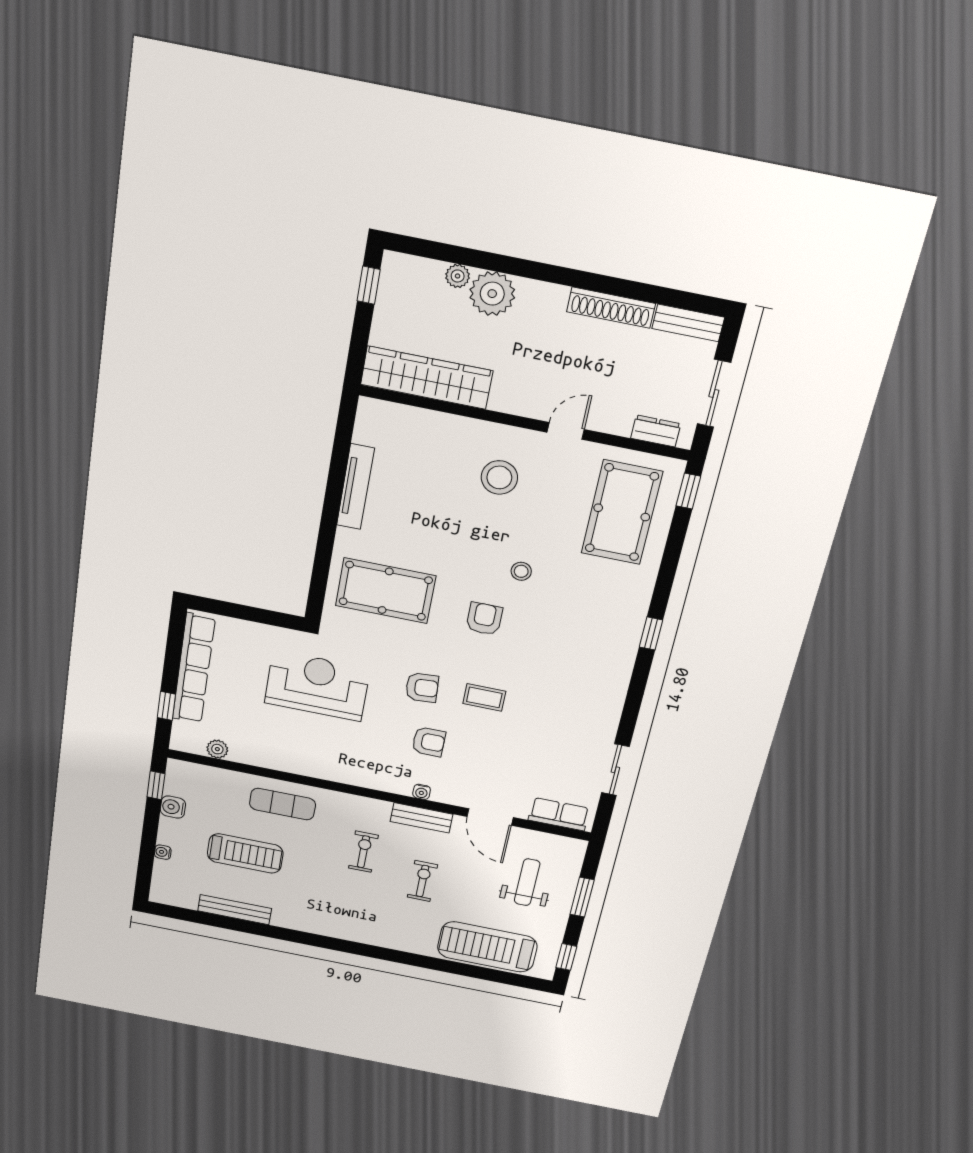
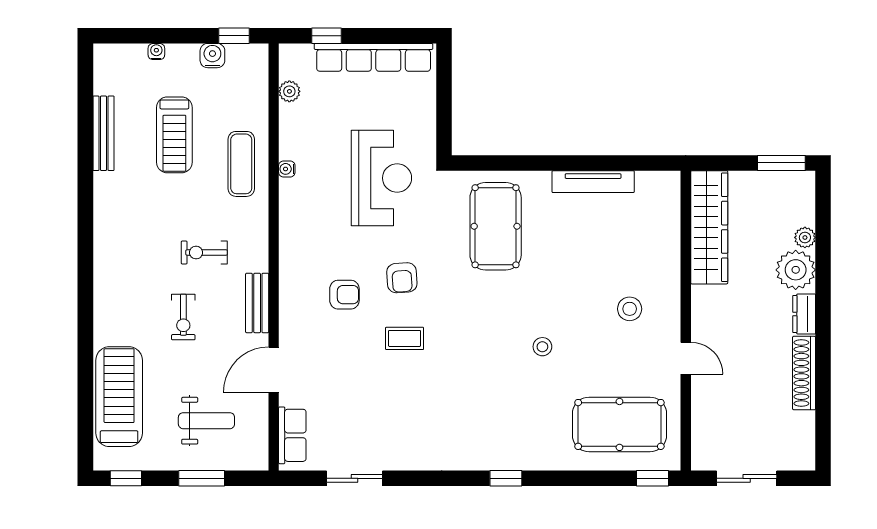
window: (369, 285) -> (781, 163), width x1.50
bench: (688, 323) -> (804, 441), removed
dresser: (656, 431) -> (804, 314), moved, turned 180
stool: (499, 477) -> (630, 309), width x0.73, depth x0.73
armchair: (484, 619) -> (487, 322), removed
coffee table: (484, 697) -> (405, 338), turned 90
armchair: (429, 742) -> (344, 295), turned -90
water cooler: (422, 792) -> (287, 169), moved
exercise bike: (363, 852) -> (204, 253), turned 180
exercise bike: (422, 881) -> (183, 317), turned 90

